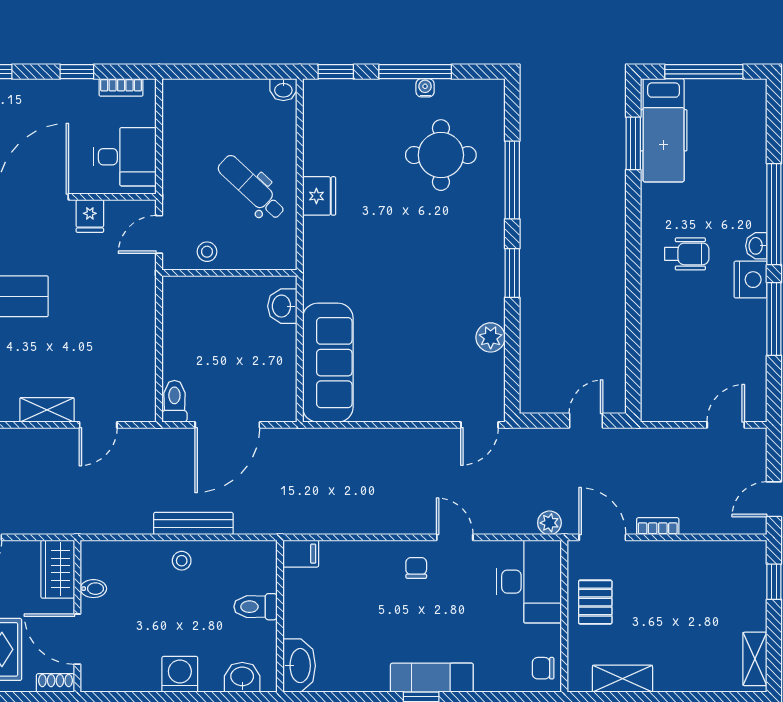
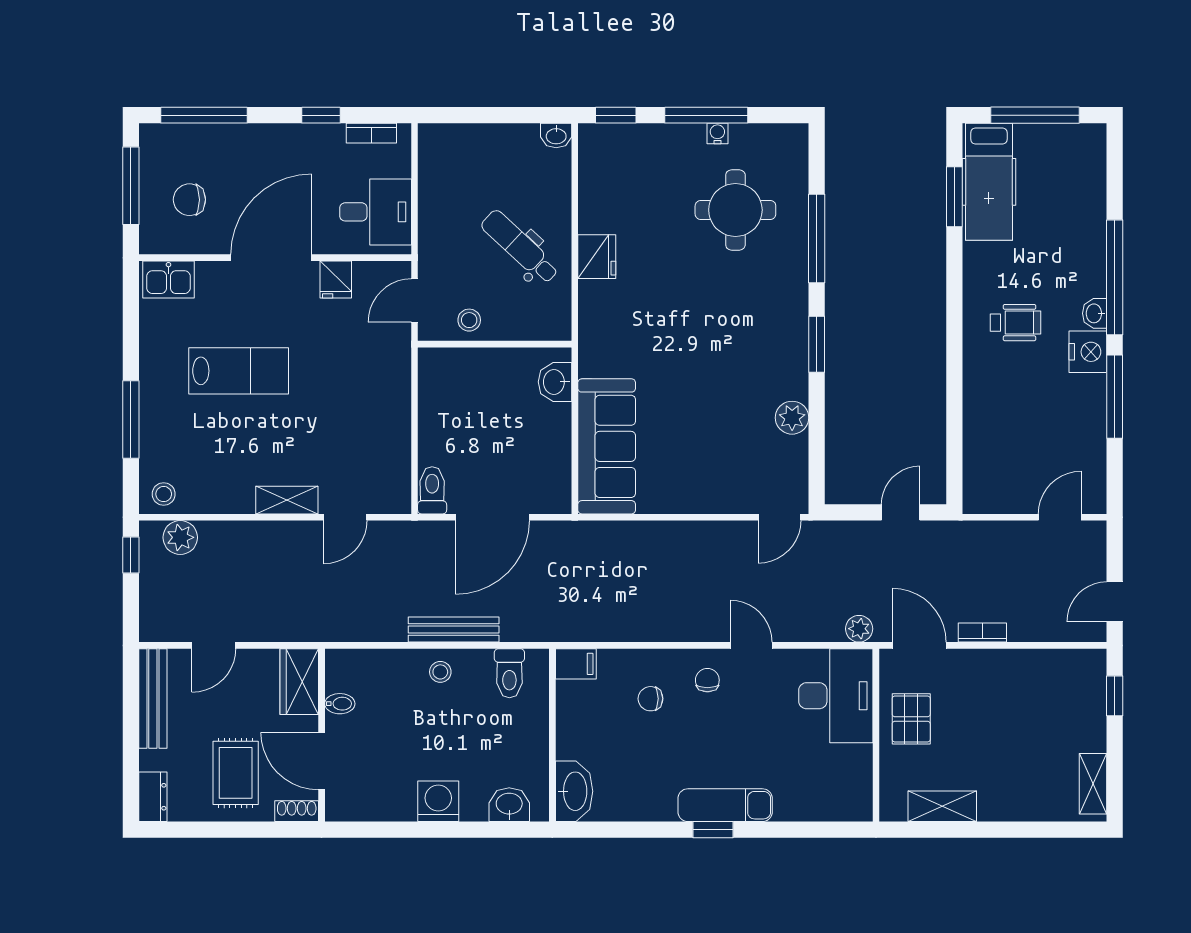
toilet: (256, 607) -> (509, 673), moved, turned -90
chair: (543, 668) -> (650, 699), moved

